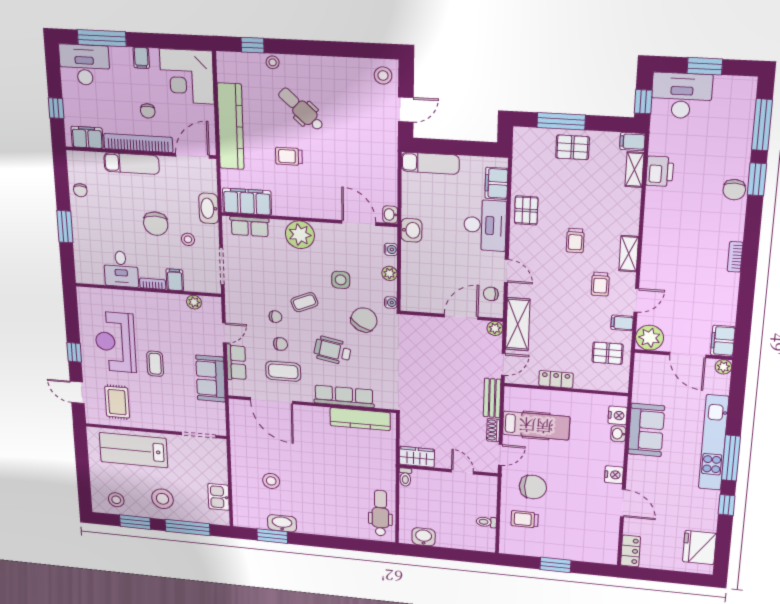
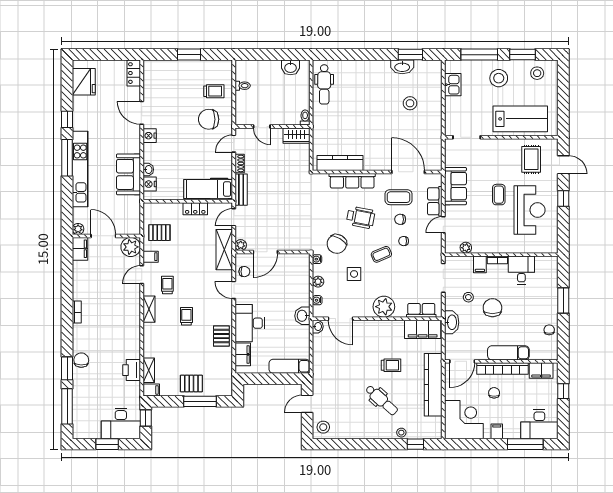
hospital bed: (536, 426) -> (208, 189), moved

